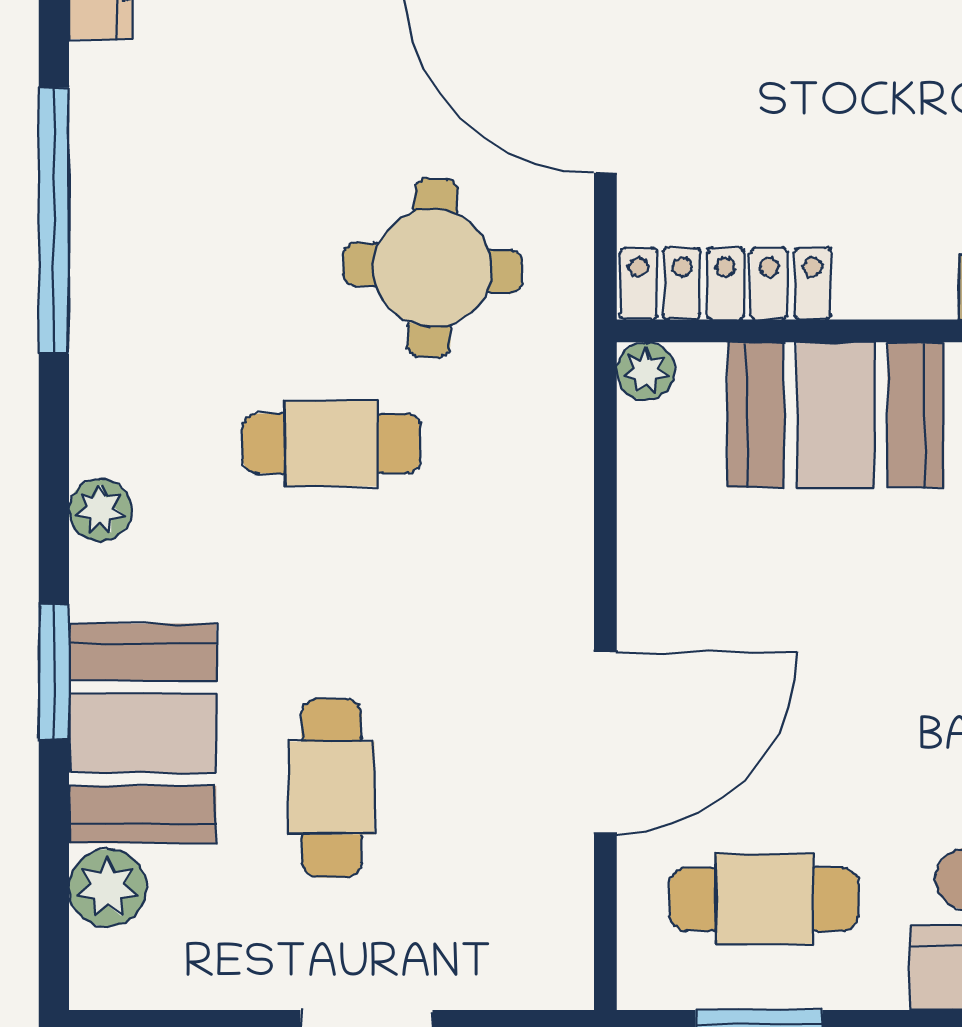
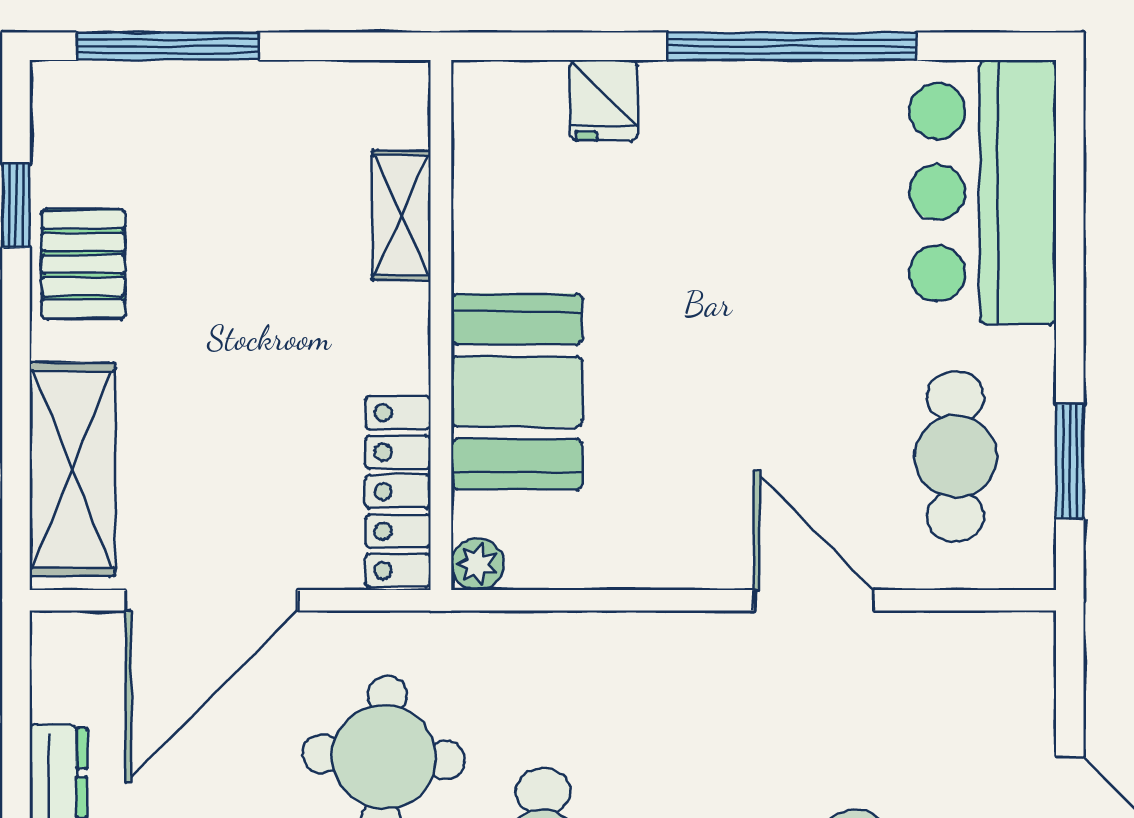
door: (605, 742) -> (814, 600), width x0.73

